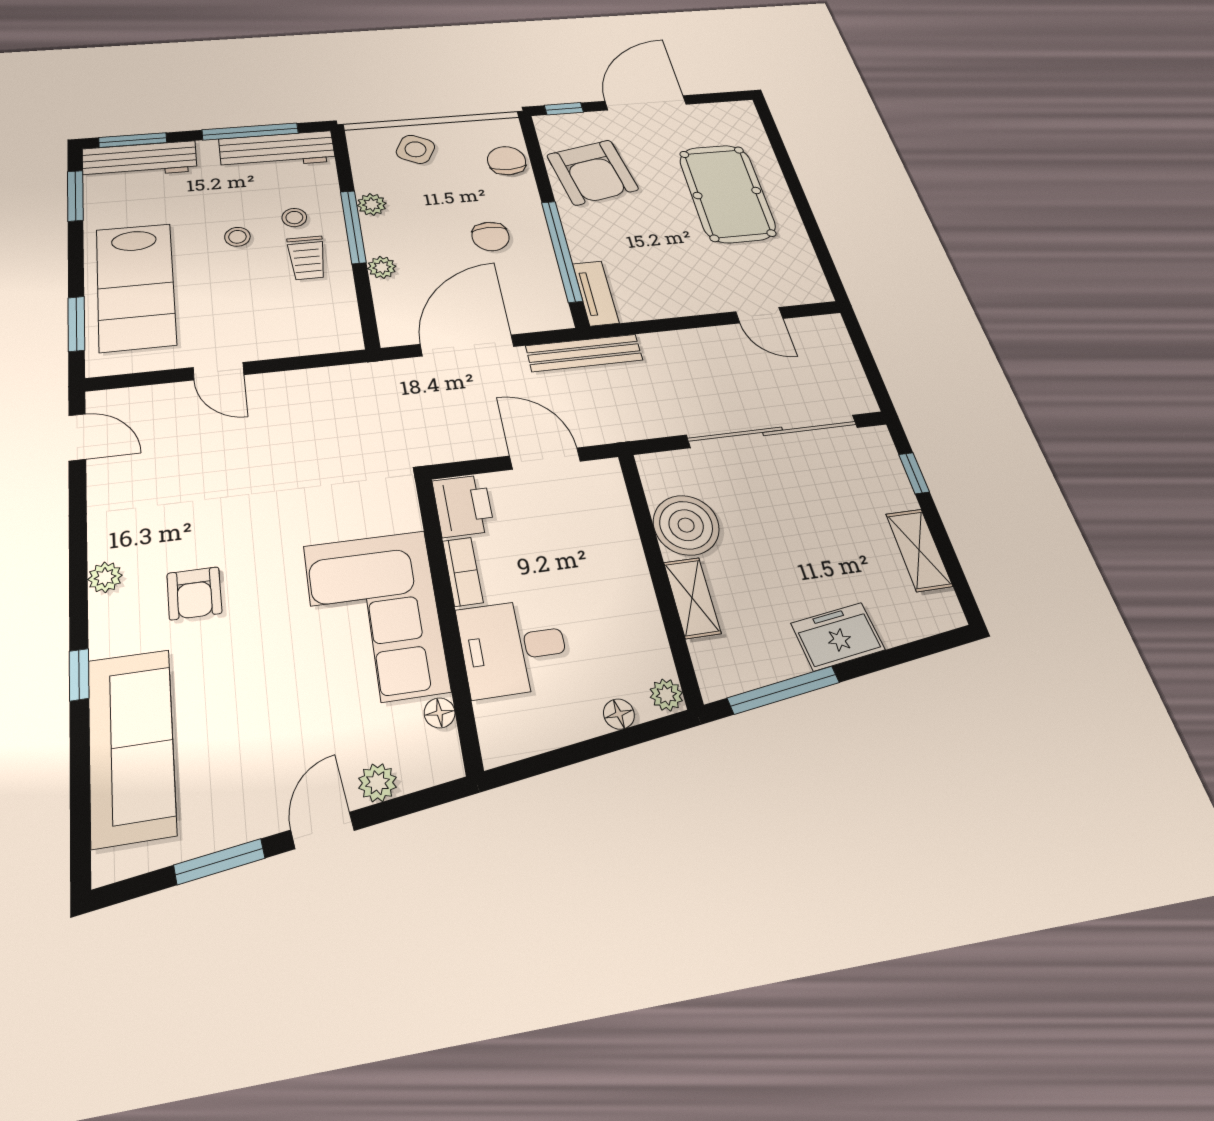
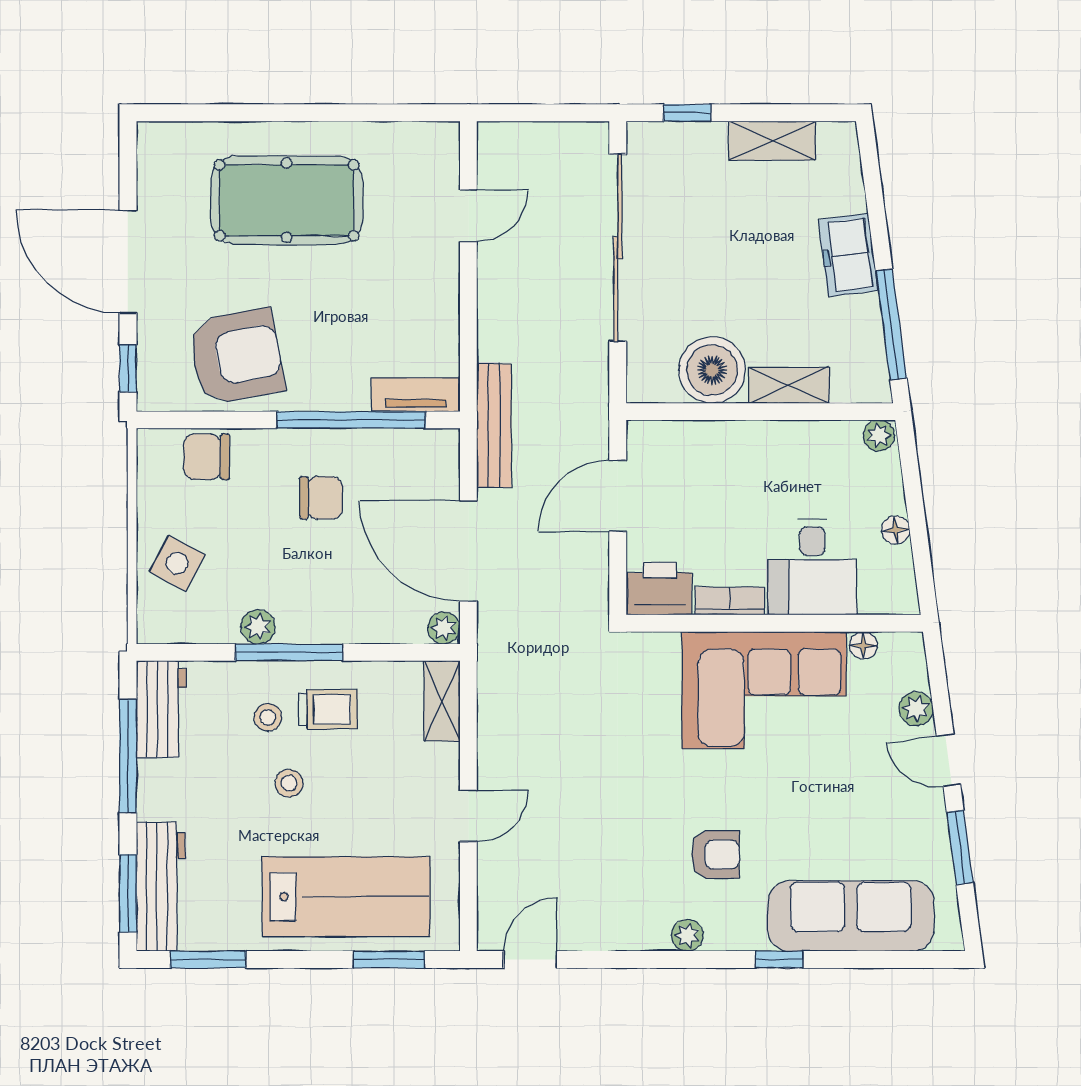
workbench: (277, 150) -> (161, 709), width x0.73
plant: (382, 267) -> (444, 628), moved
shelving: (325, 340) -> (442, 701), added
floor lamp: (619, 714) -> (896, 530), moved

